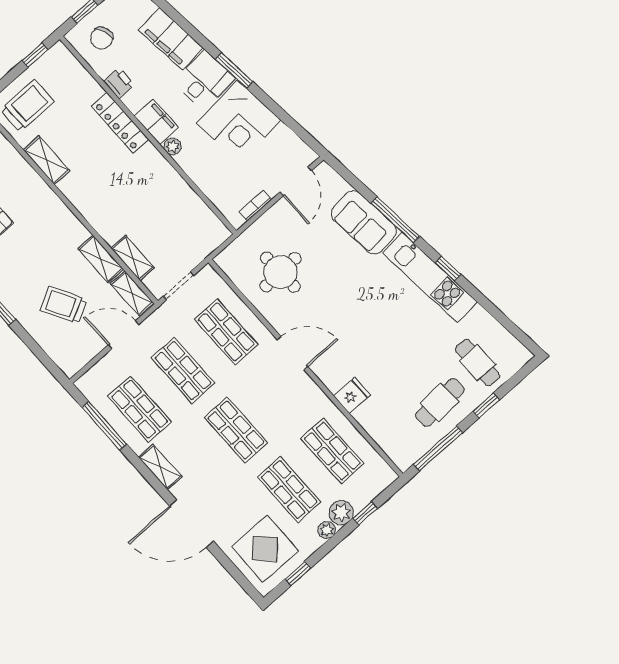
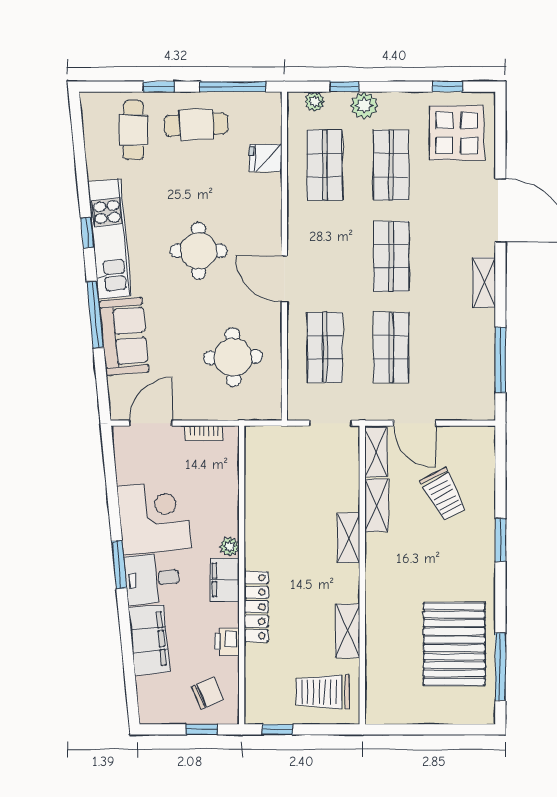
shelving: (133, 258) -> (349, 538), moved
round table: (365, 322) -> (199, 251), added
fridge: (352, 395) -> (266, 158), moved
shop shelf: (140, 409) -> (457, 347), removed
plant: (327, 530) -> (315, 102), moved

